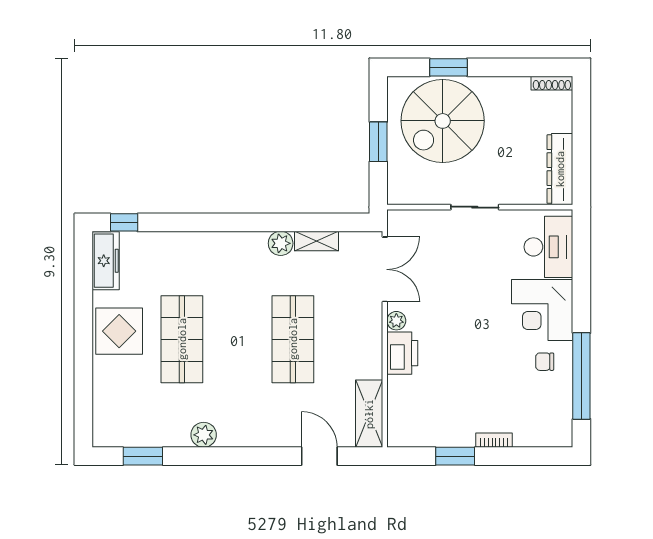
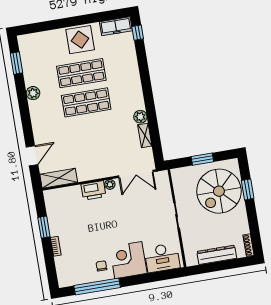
spiral stairs: (443, 121) -> (219, 191), turned -90
dresser: (560, 169) -> (217, 255), moved
shop shelf: (293, 339) -> (86, 102), moved

